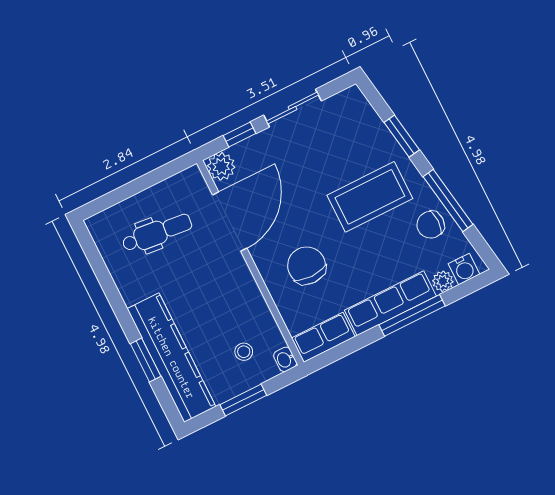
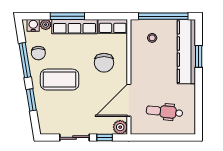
chair: (431, 225) -> (38, 53), turned 88
washbasin: (285, 359) -> (135, 25), removed
window: (243, 400) -> (163, 16), width x2.11

